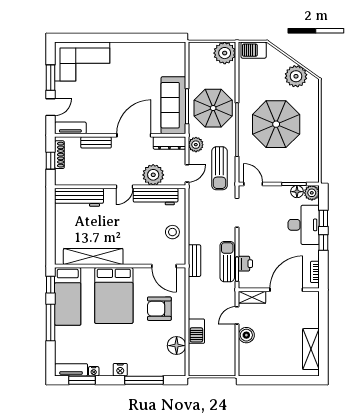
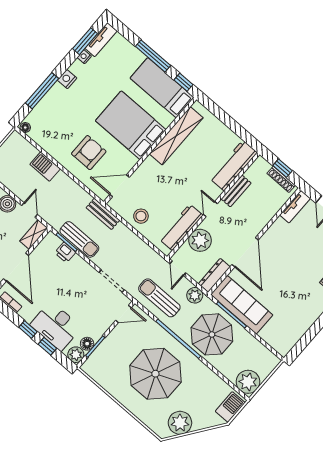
bench: (96, 142) -> (236, 191), moved
floor lamp: (177, 346) -> (25, 128), moved, width x0.53, depth x0.53

